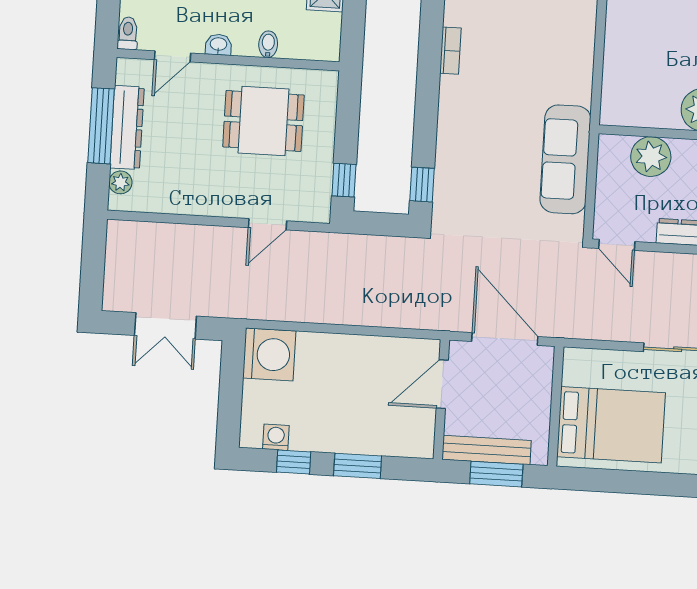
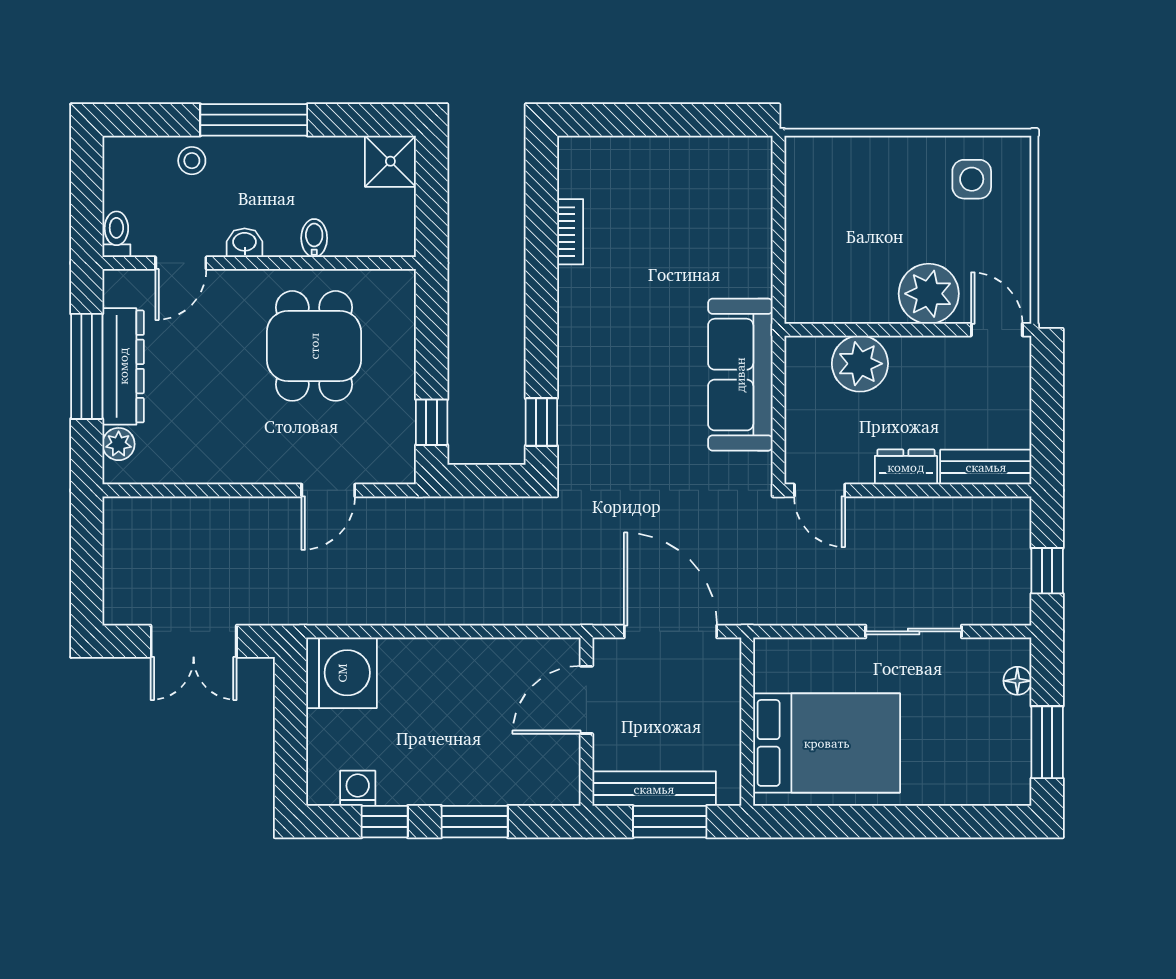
dining table: (263, 121) -> (314, 346), turned 90

